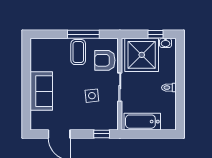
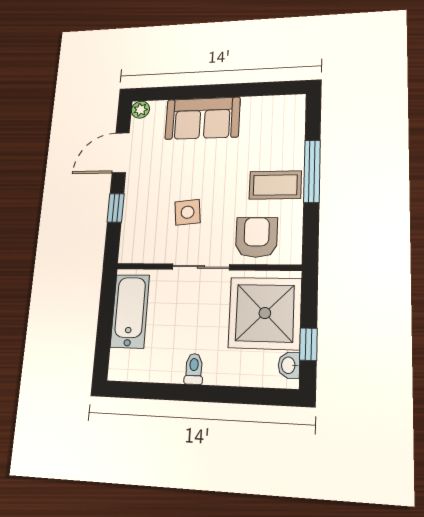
window: (83, 34) -> (312, 171), moved
plant: (35, 125) -> (140, 110), added
window: (102, 134) -> (116, 208), moved

